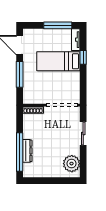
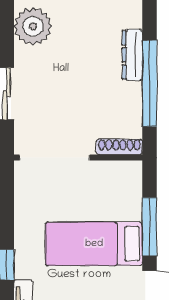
bed: (58, 61) -> (94, 244), moved, turned 180
window: (20, 152) -> (150, 83), moved

